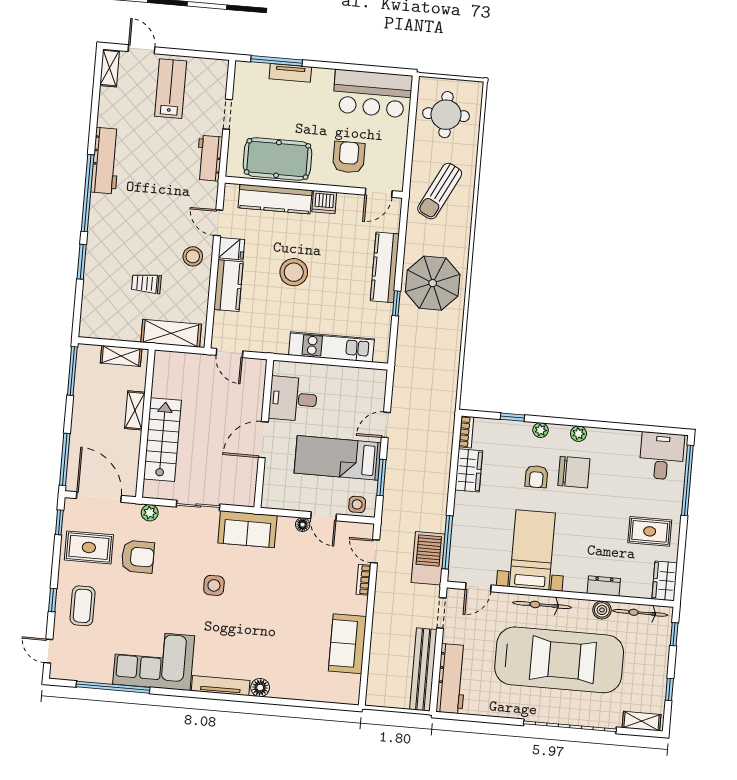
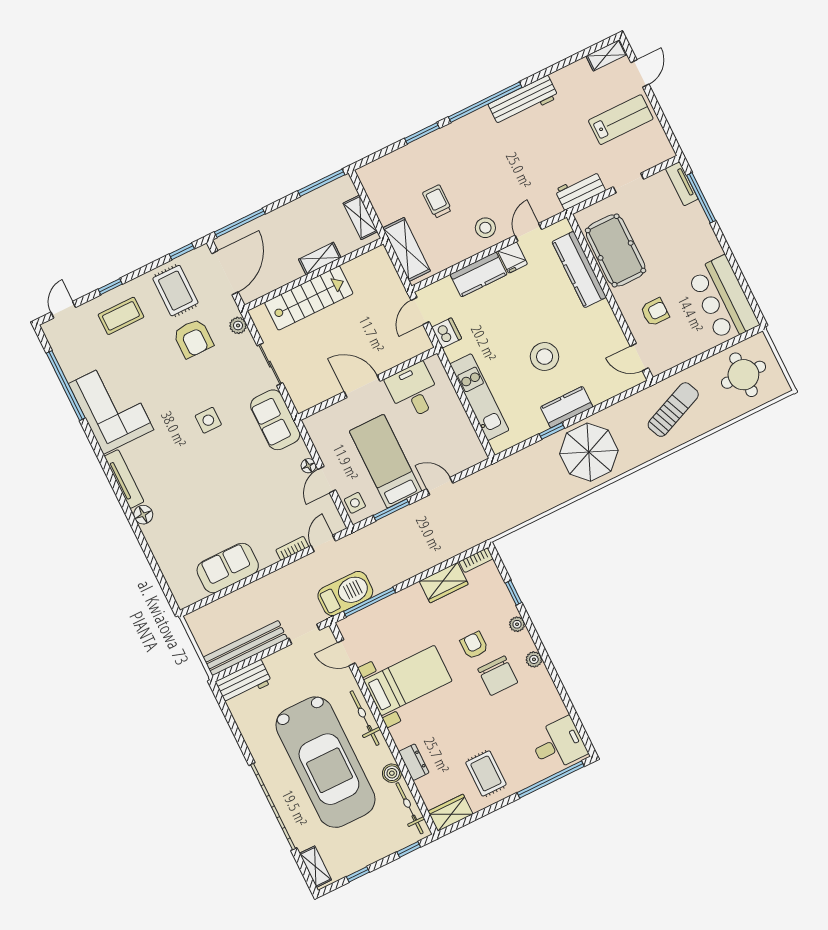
tv unit: (290, 73) -> (682, 184), moved
armchair: (349, 157) -> (655, 312), width x0.72, depth x0.72
sun lounger: (440, 191) -> (673, 410), turned 130
dishwasher: (324, 202) -> (447, 333), moved, turned 180
kitchen counter: (385, 267) -> (567, 407), width x0.67
stool: (294, 272) -> (545, 357), moved
armchair: (536, 477) -> (474, 645), turned 90
workbench: (452, 679) -> (244, 682), width x0.73

